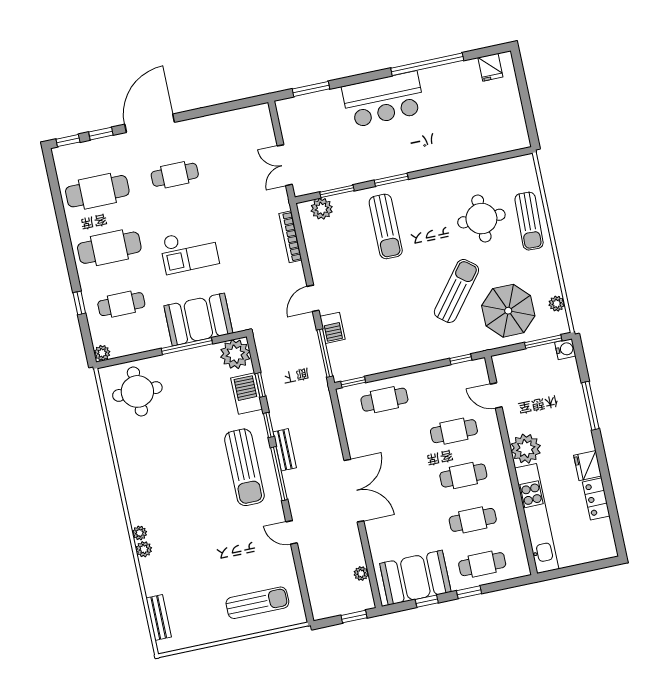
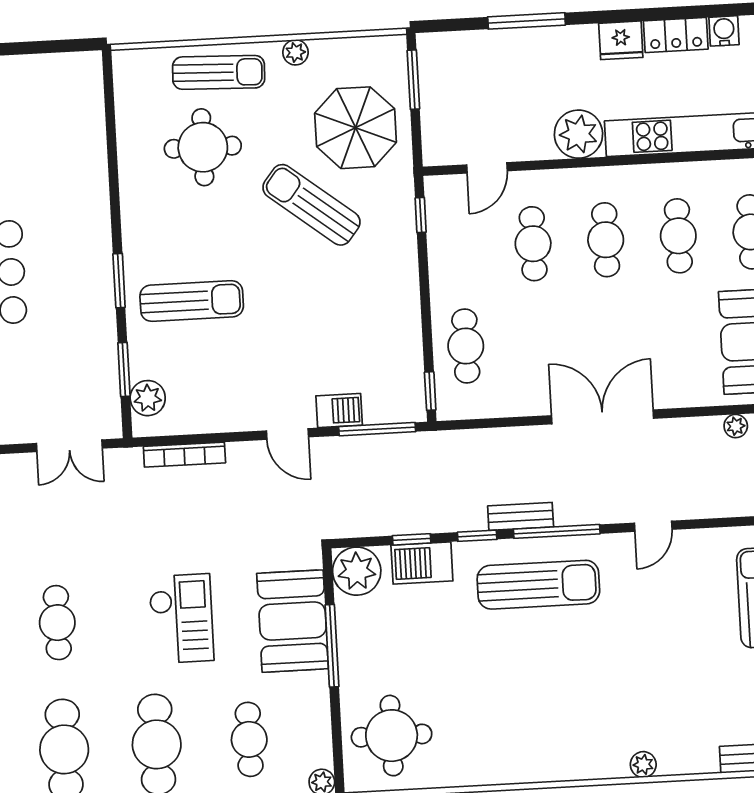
plant: (557, 304) -> (295, 52), moved
water cooler: (565, 349) -> (724, 31), moved
plant: (140, 533) -> (616, 767), removed

